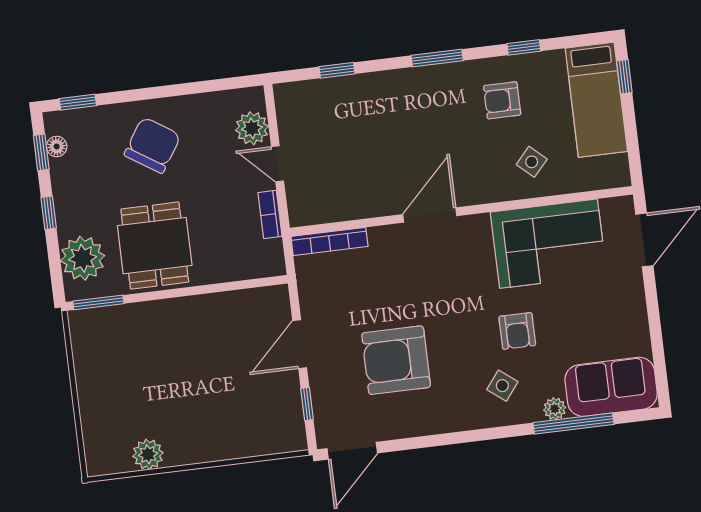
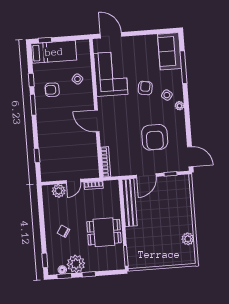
window: (437, 58) -> (33, 105), moved
armchair: (502, 100) -> (52, 90), turned 90
chair: (152, 145) -> (64, 231), width x0.54, depth x0.54
plant: (83, 258) -> (76, 264), moved
bench: (231, 305) -> (129, 203), added
armchair: (517, 331) -> (145, 88), turned -81
door: (300, 344) -> (146, 176), hinge flipped
plant: (555, 409) -> (180, 106), moved

